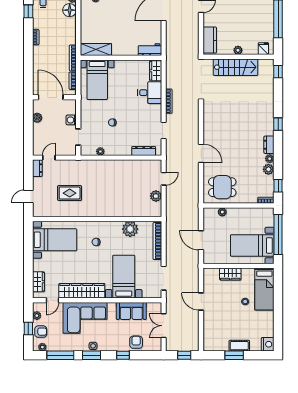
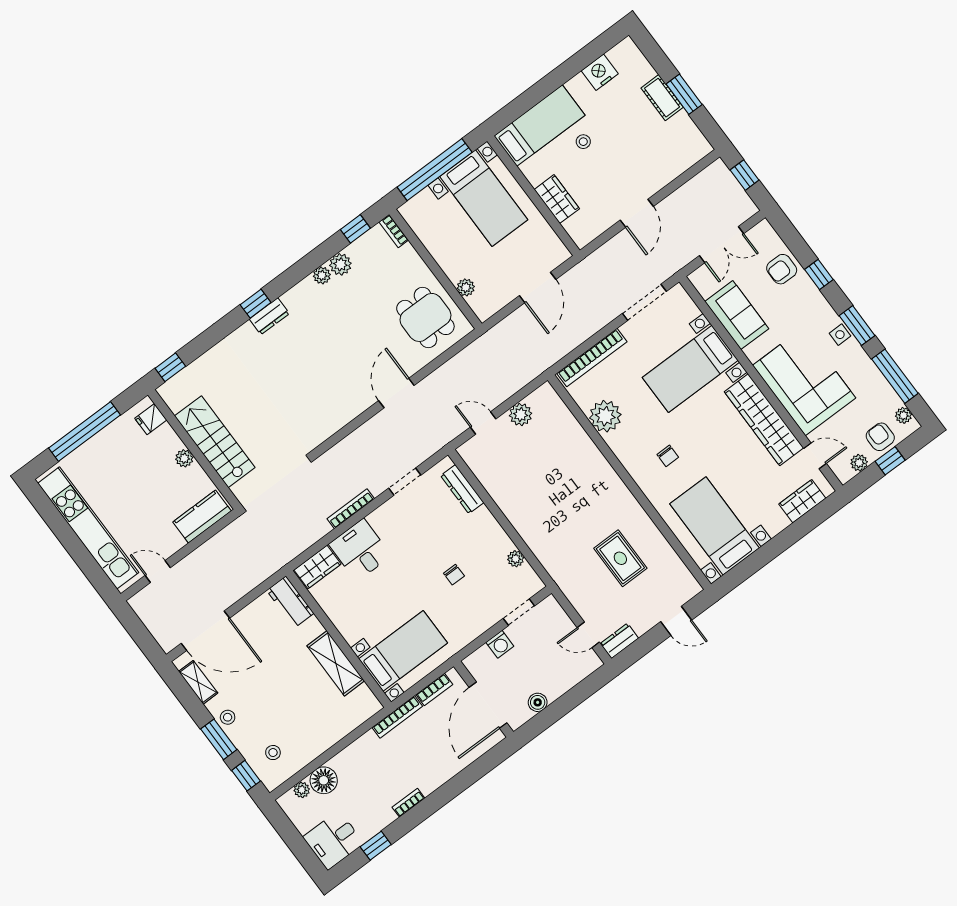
shelving: (96, 49) -> (336, 663), moved
dresser: (269, 145) -> (269, 316), moved
nightstand: (268, 344) -> (600, 72), moved

